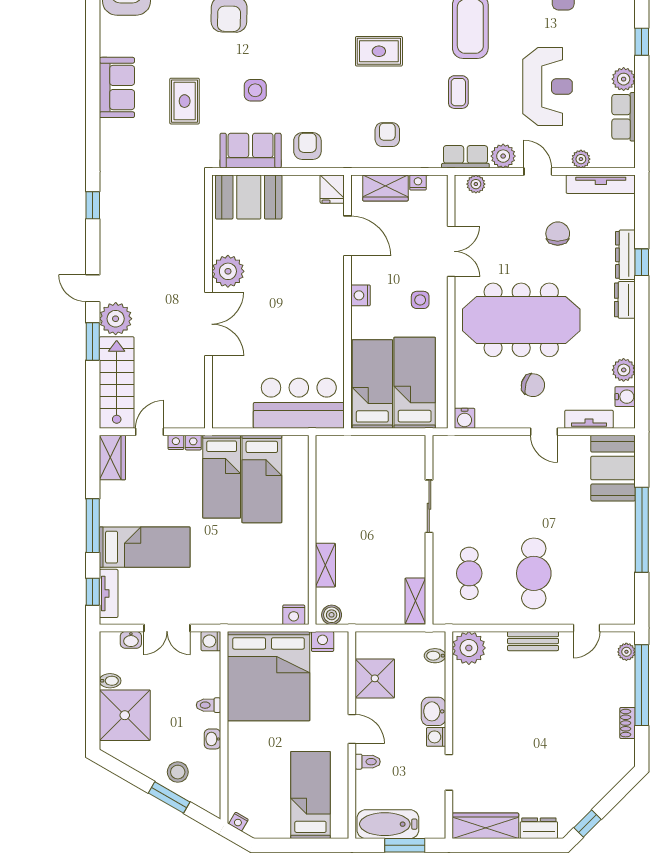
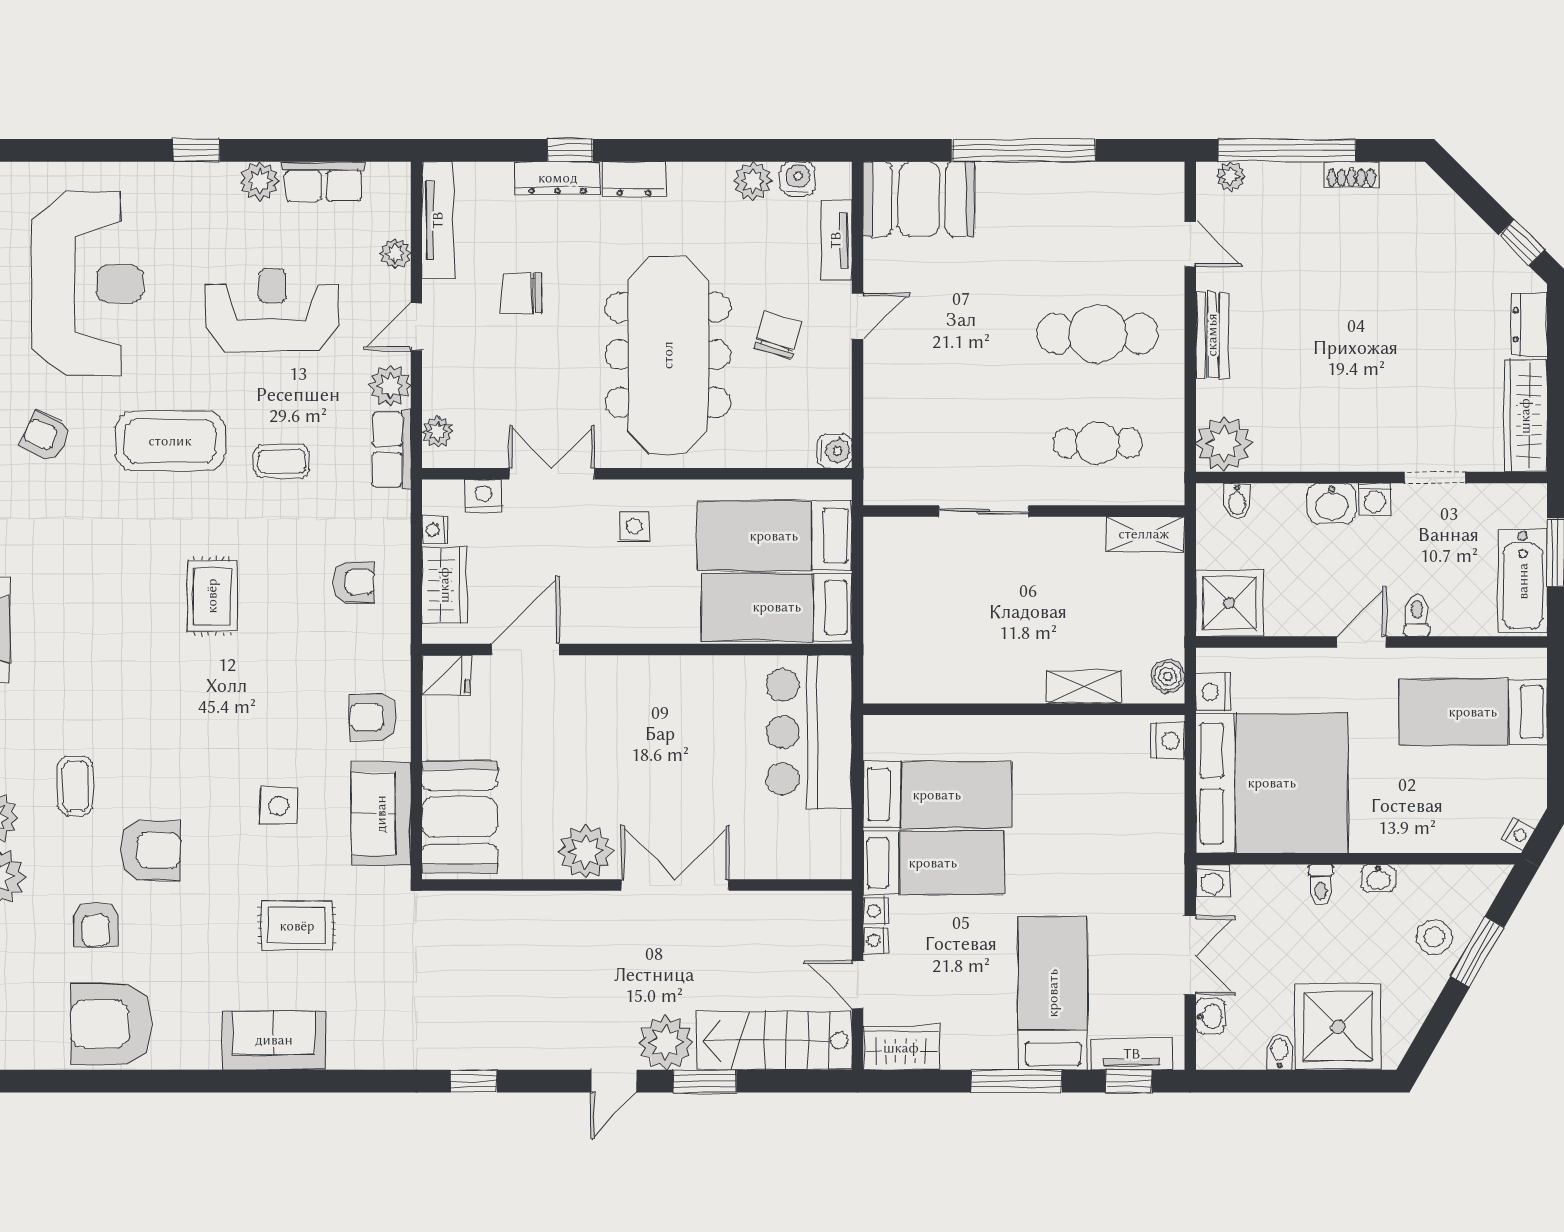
armchair: (387, 135) -> (354, 582), turned 180
nightstand: (360, 295) -> (483, 496), moved, turned 180
shower: (375, 678) -> (1229, 603), moved

